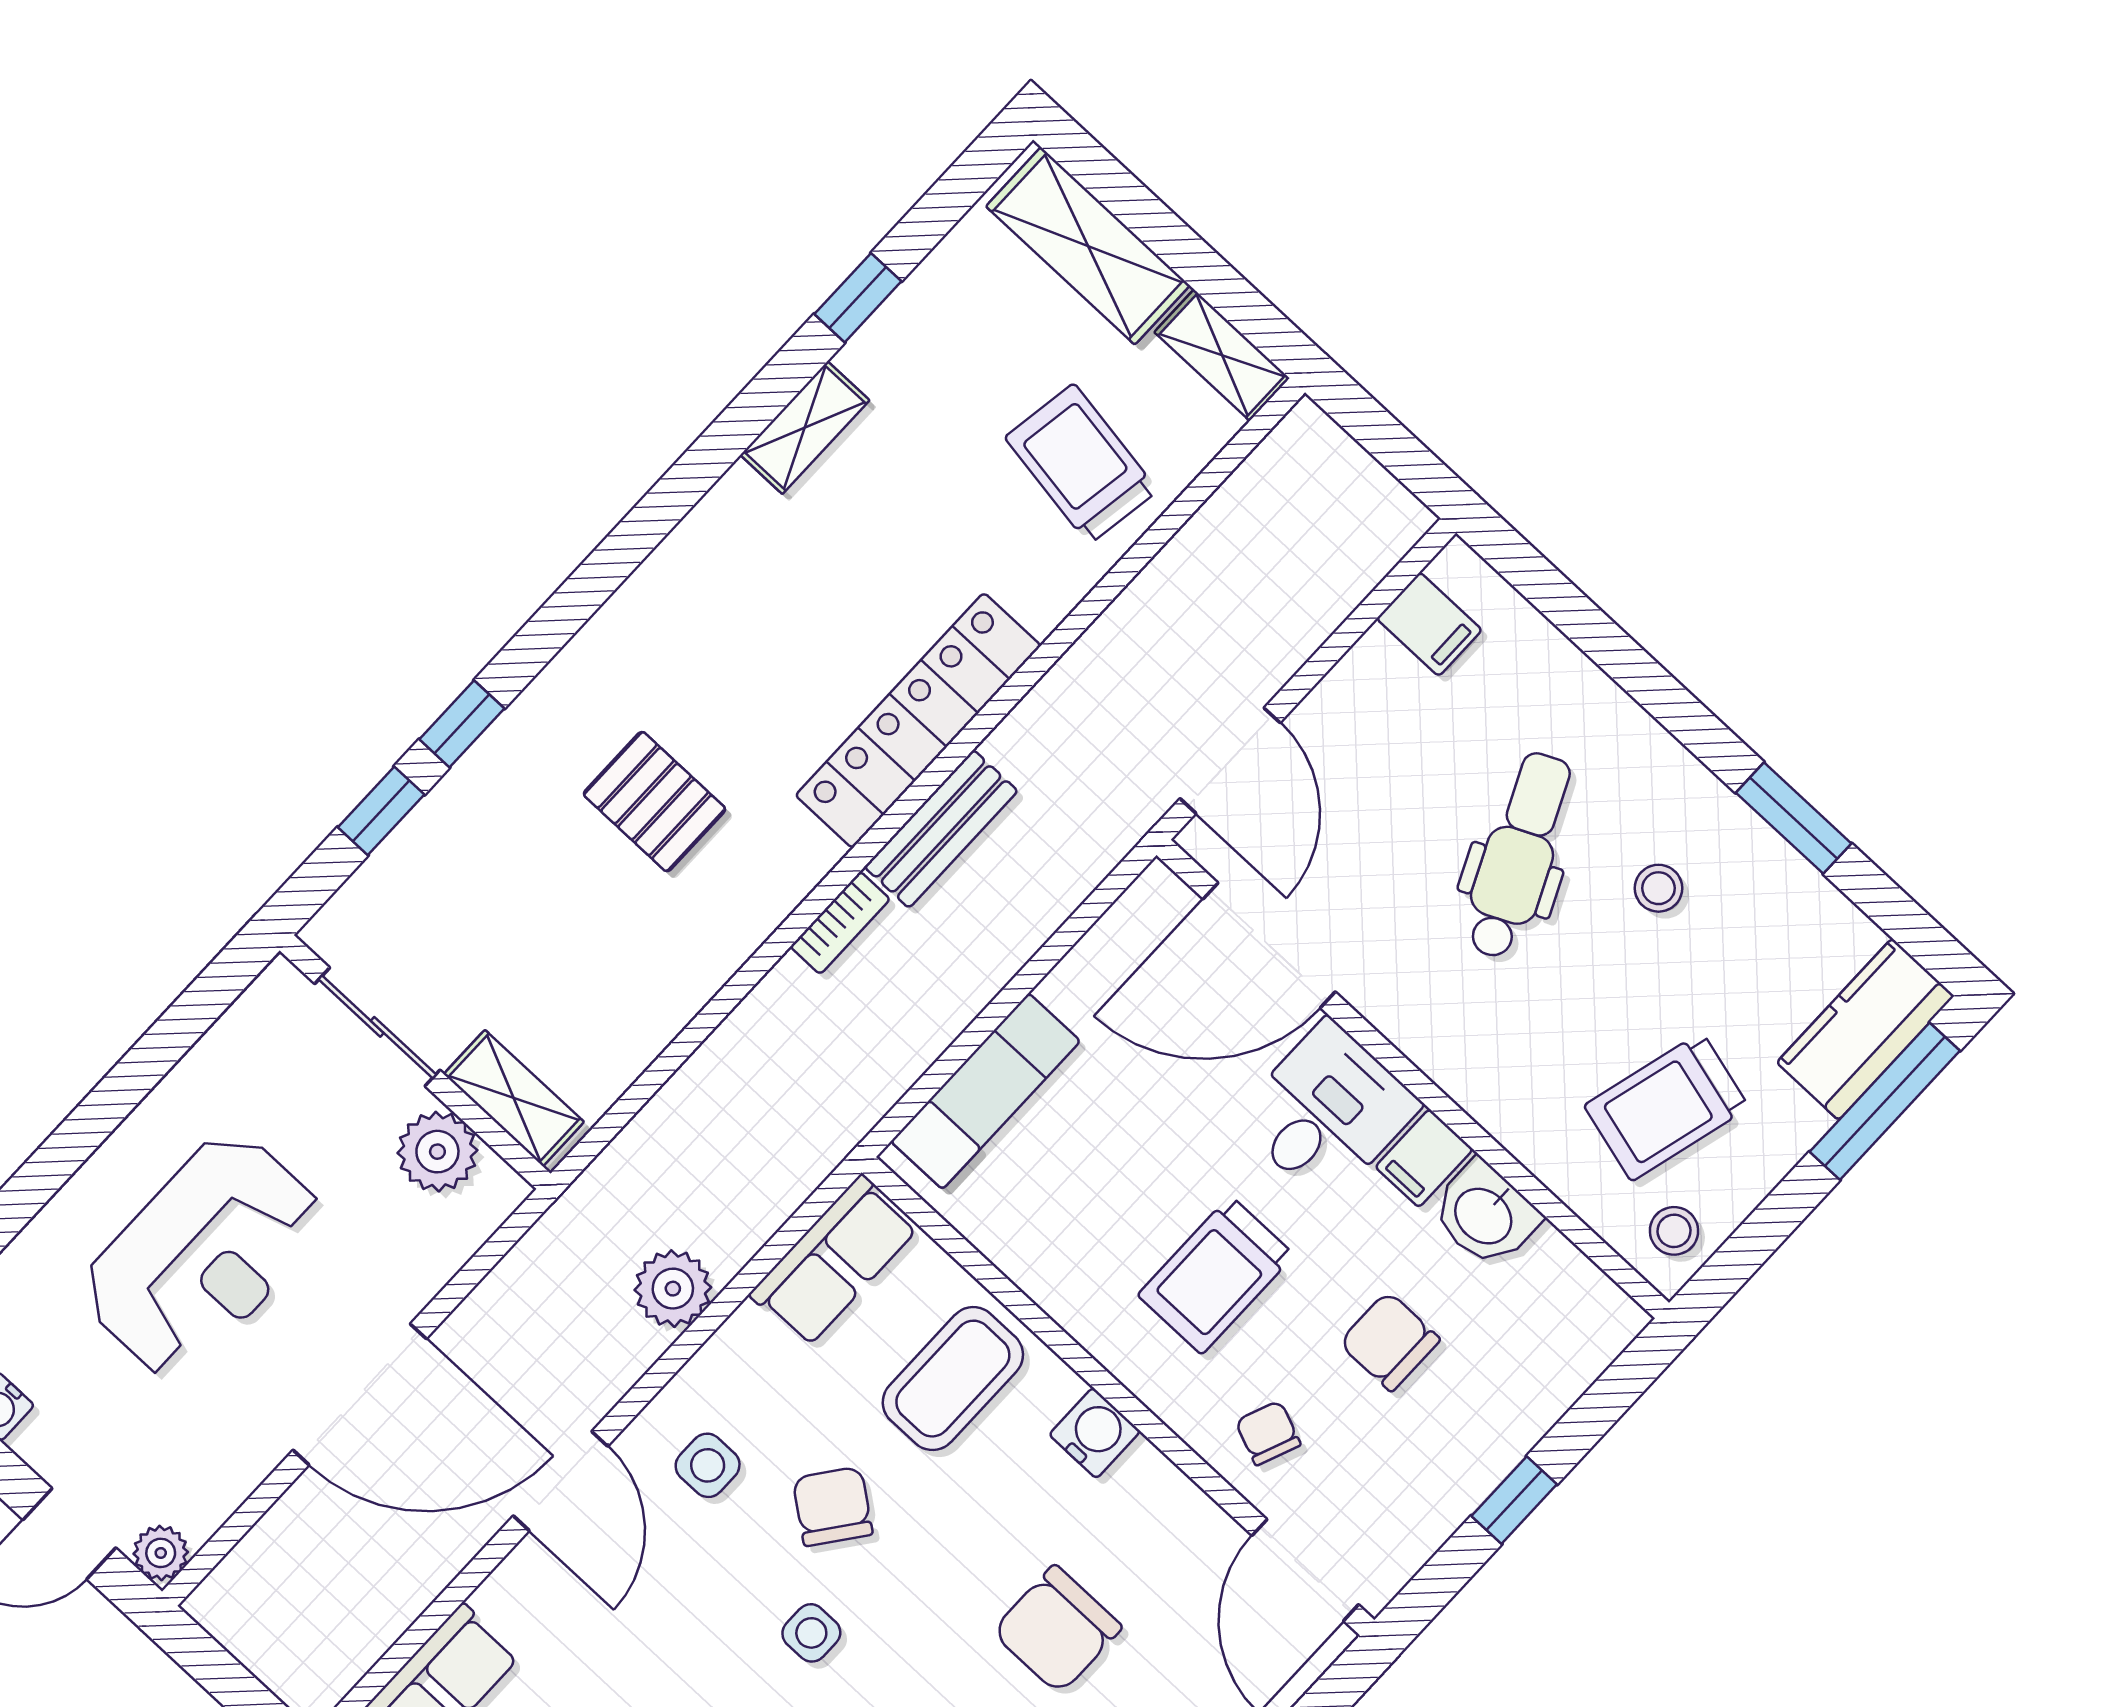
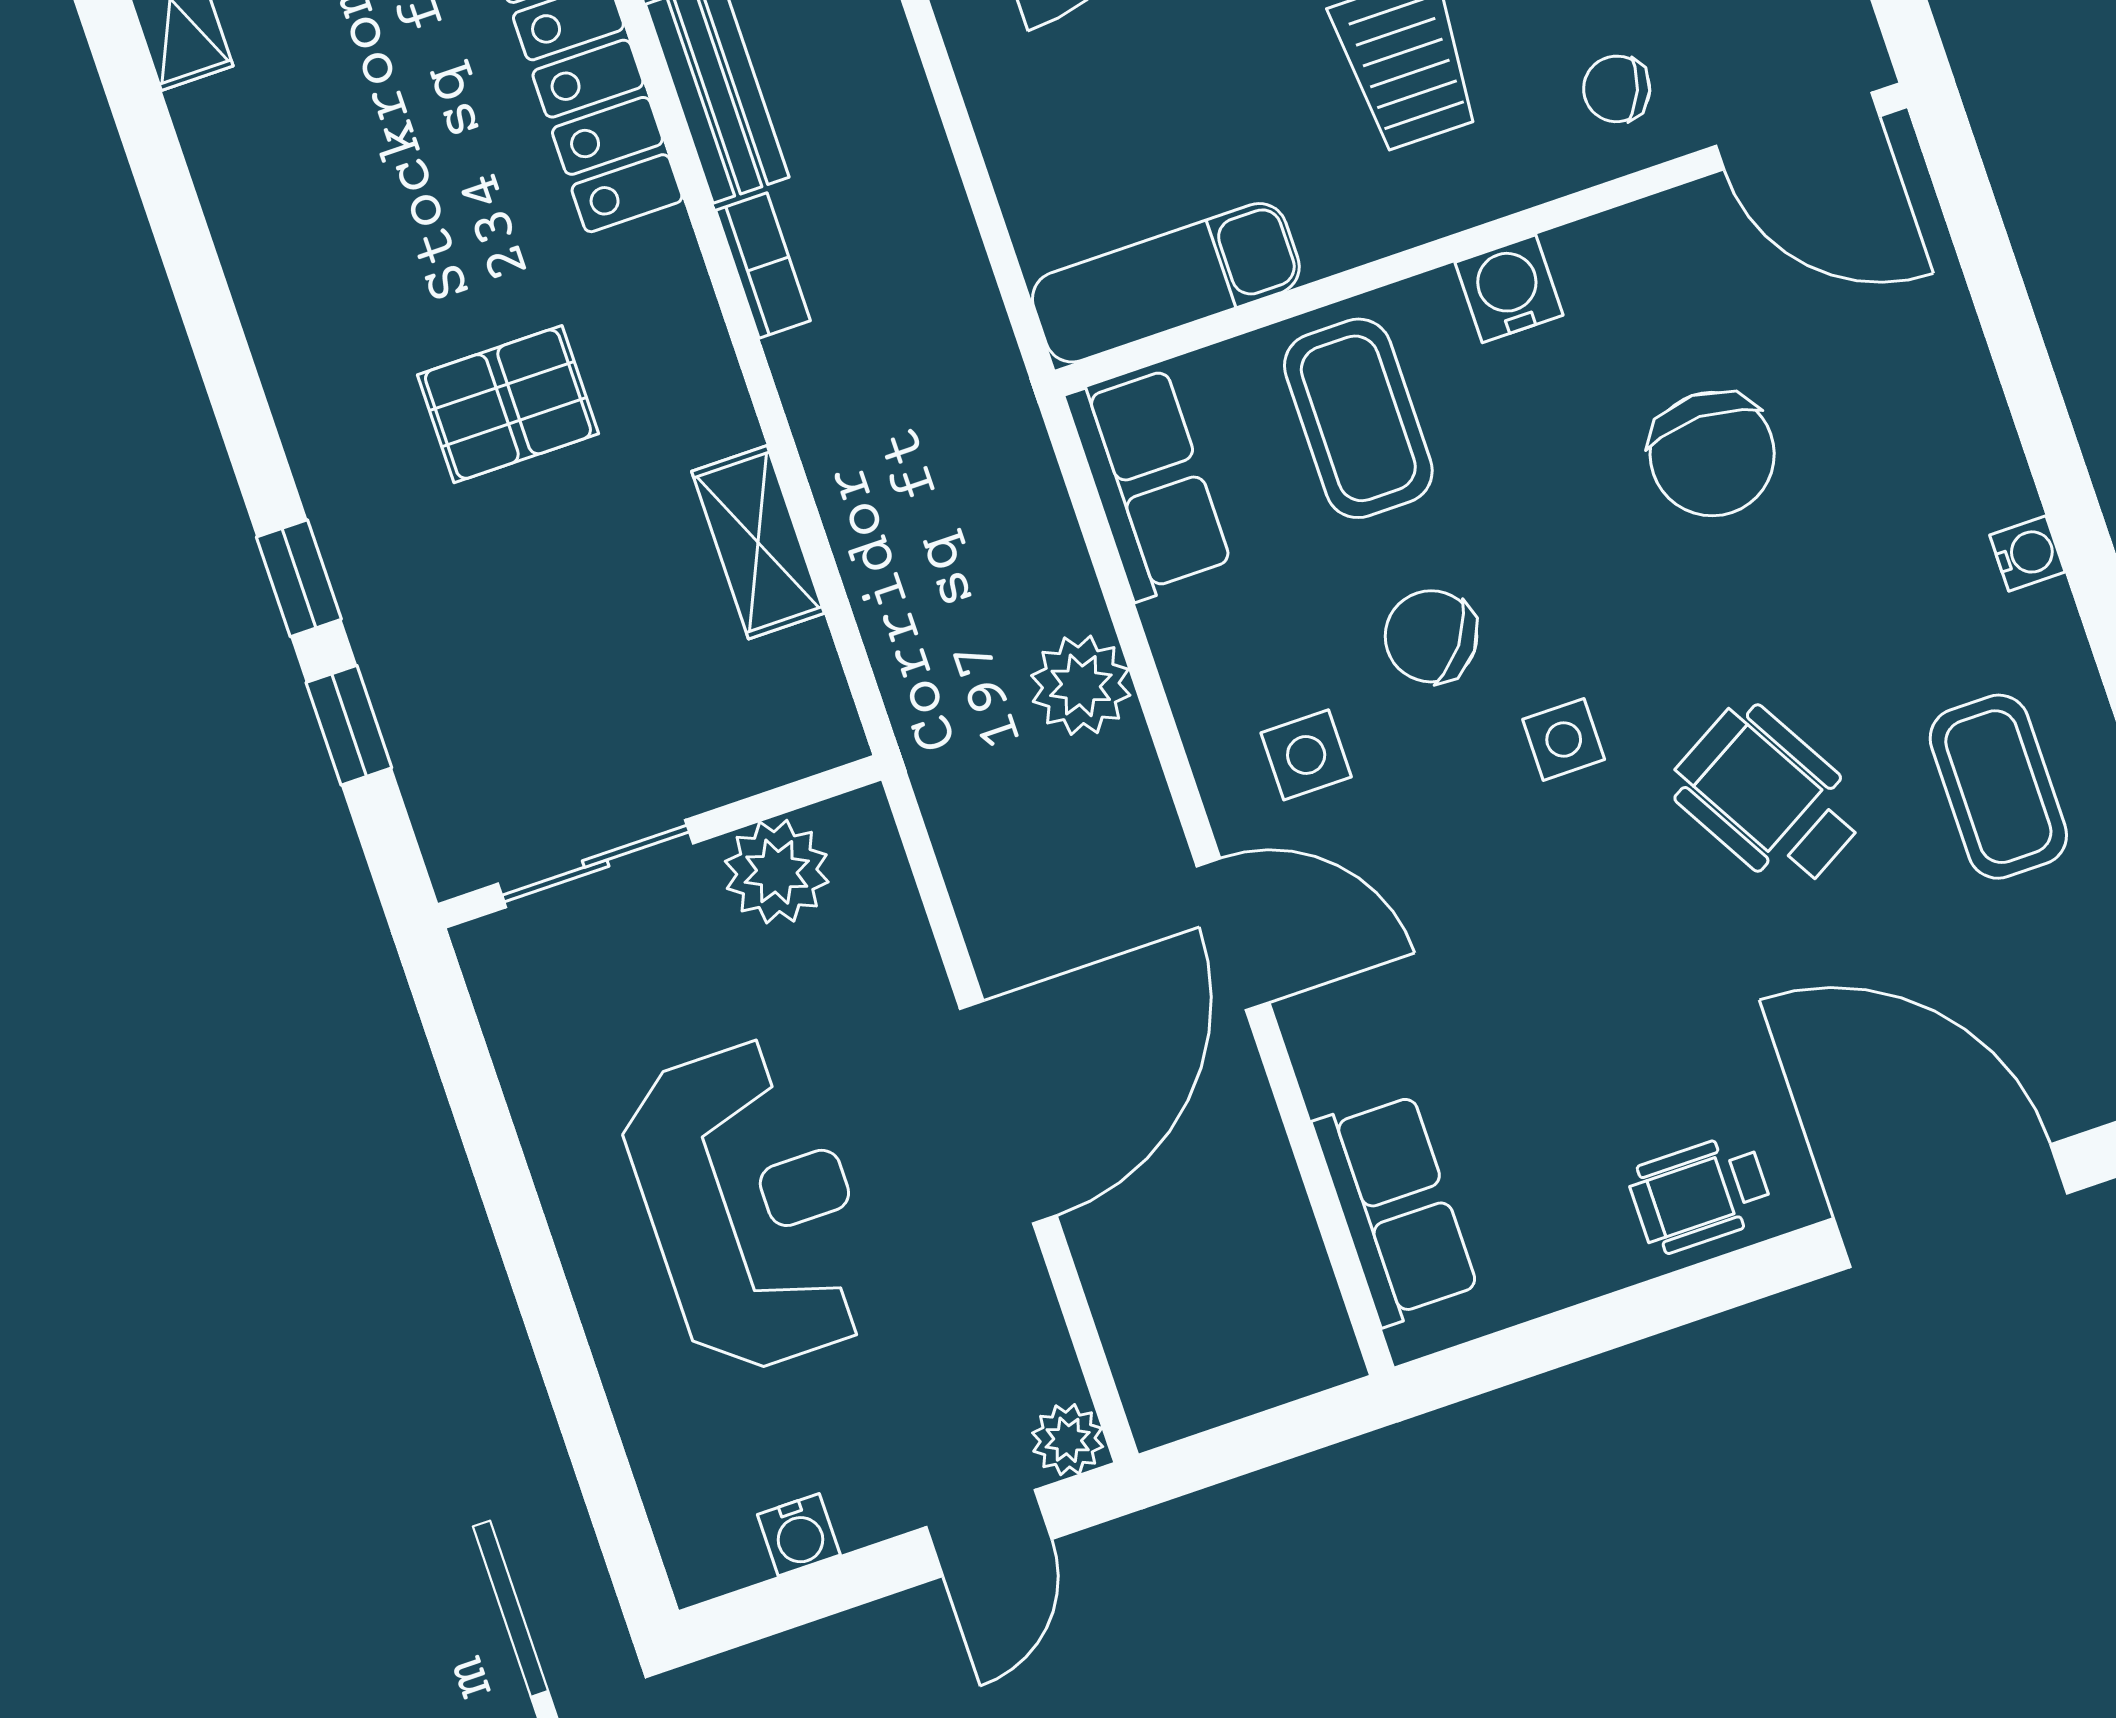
exam couch: (985, 1091) -> (1166, 283), moved, turned -90
shelving: (514, 1098) -> (758, 542), moved, turned 90

